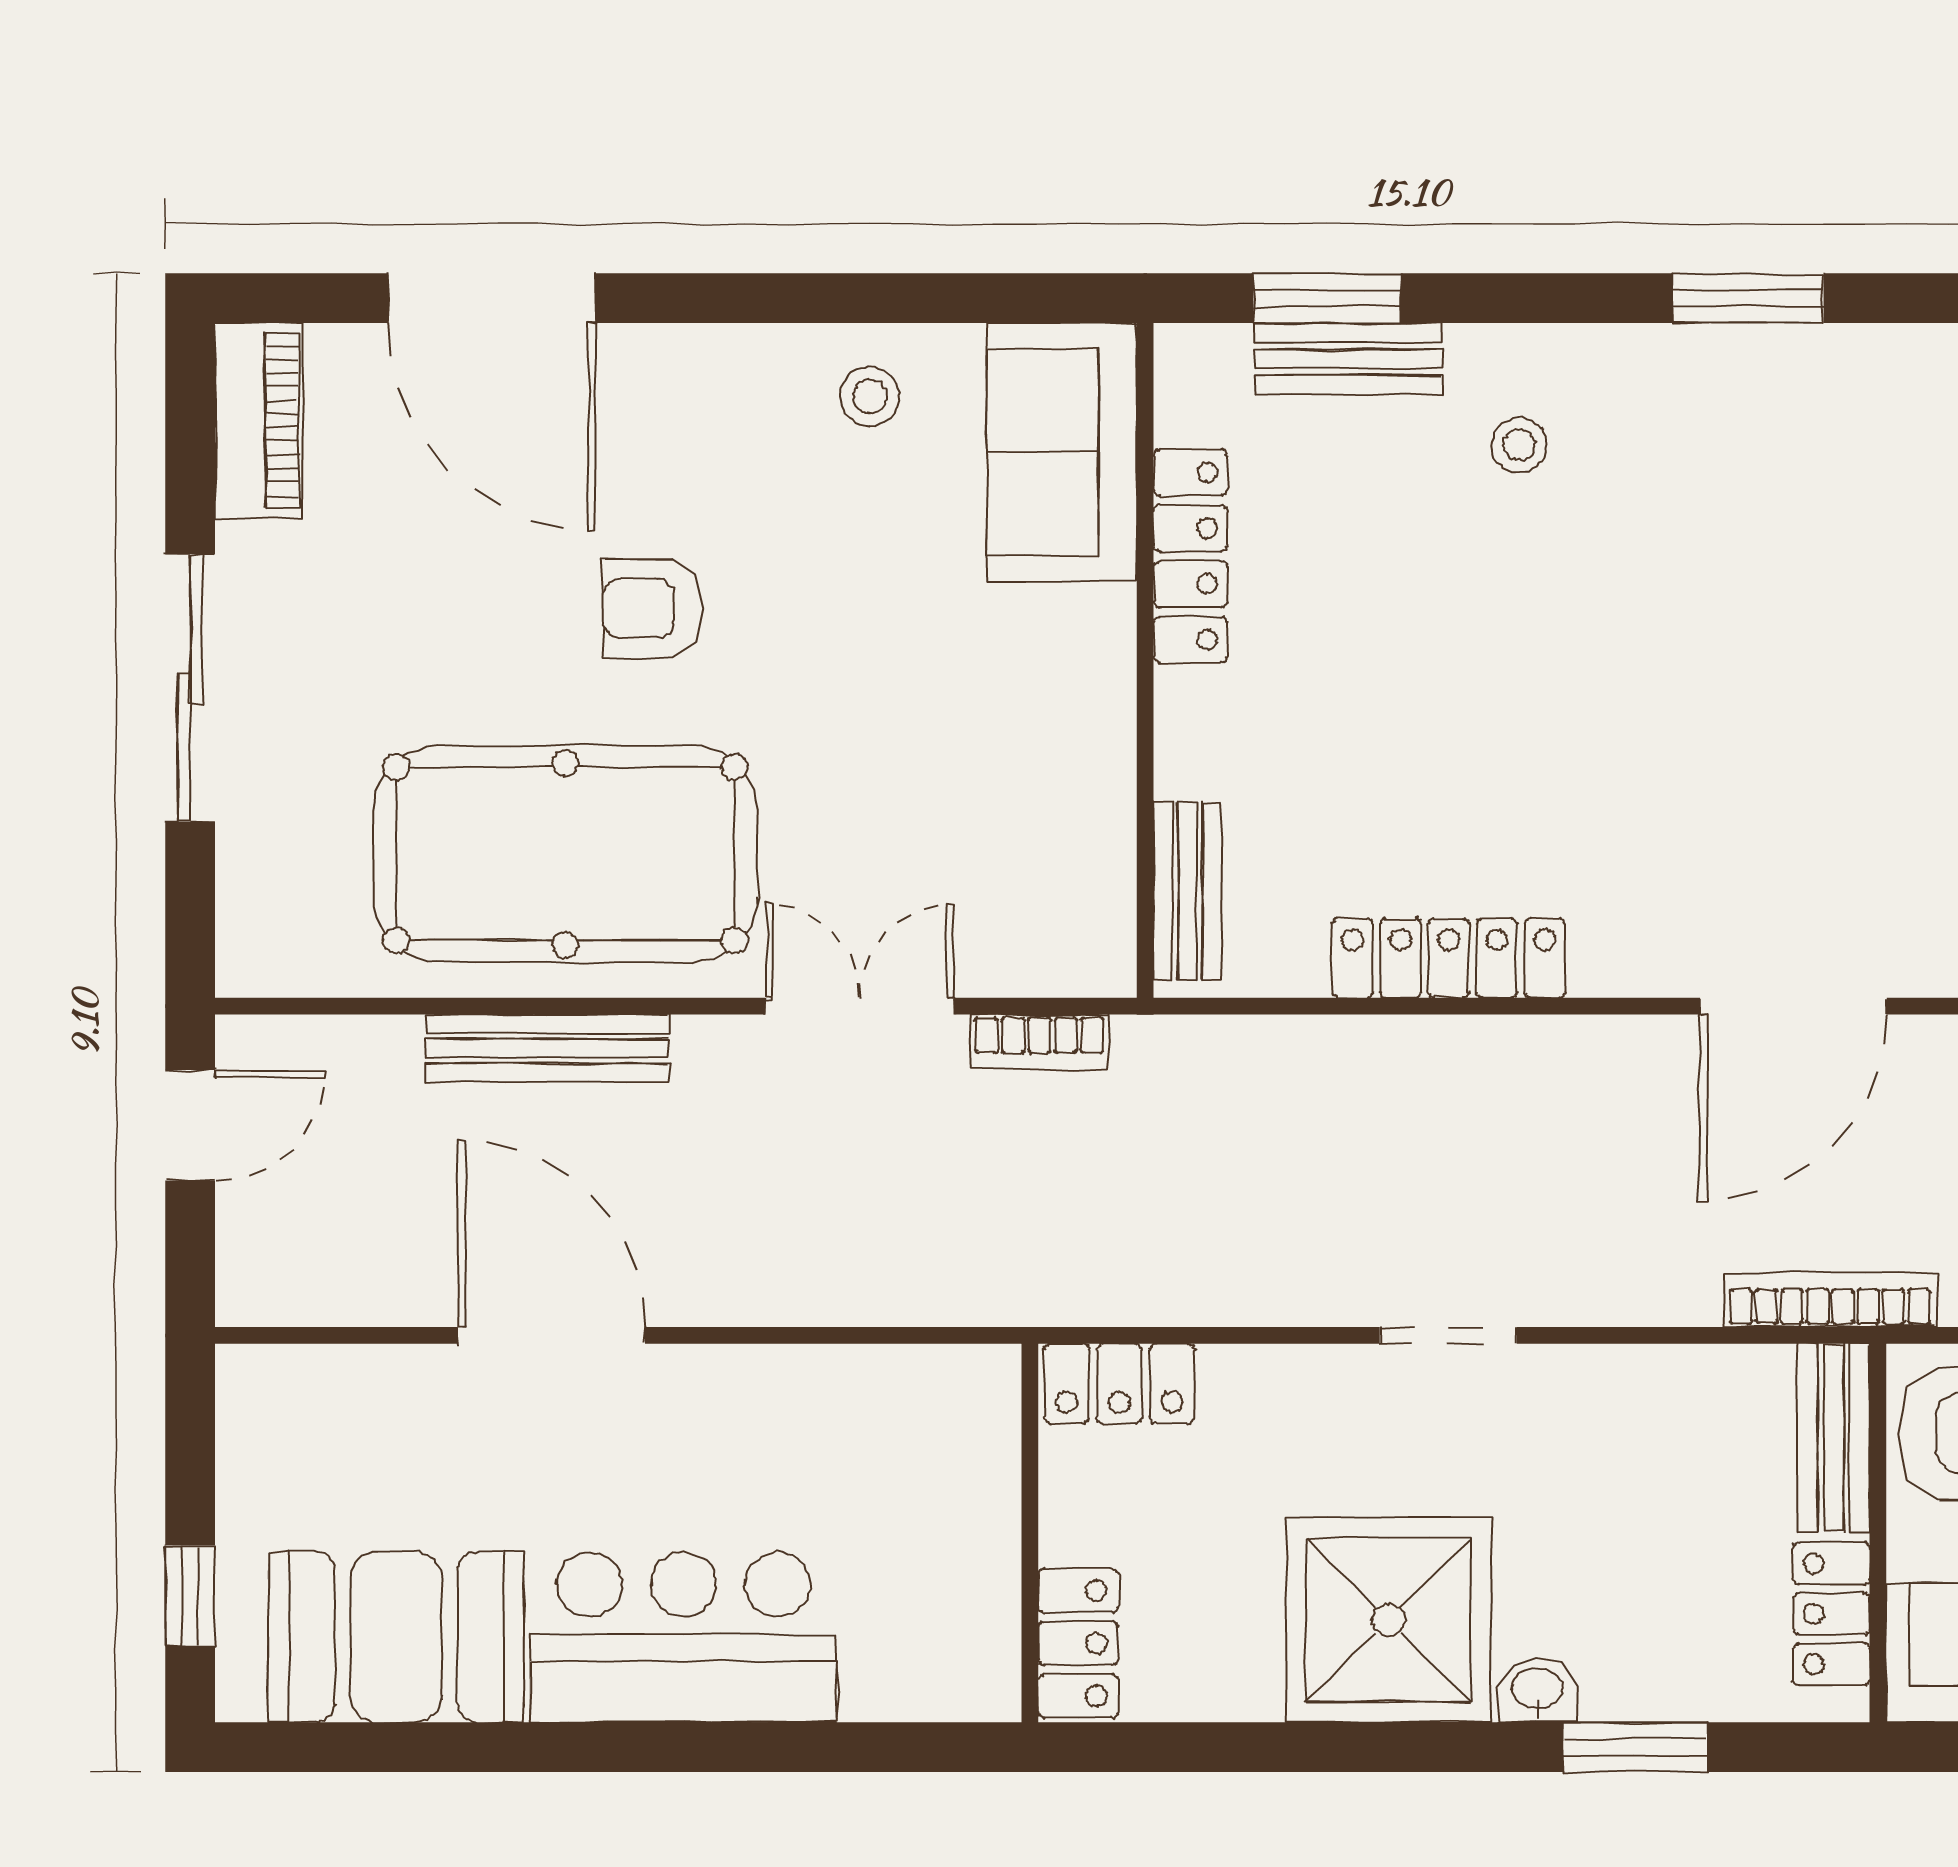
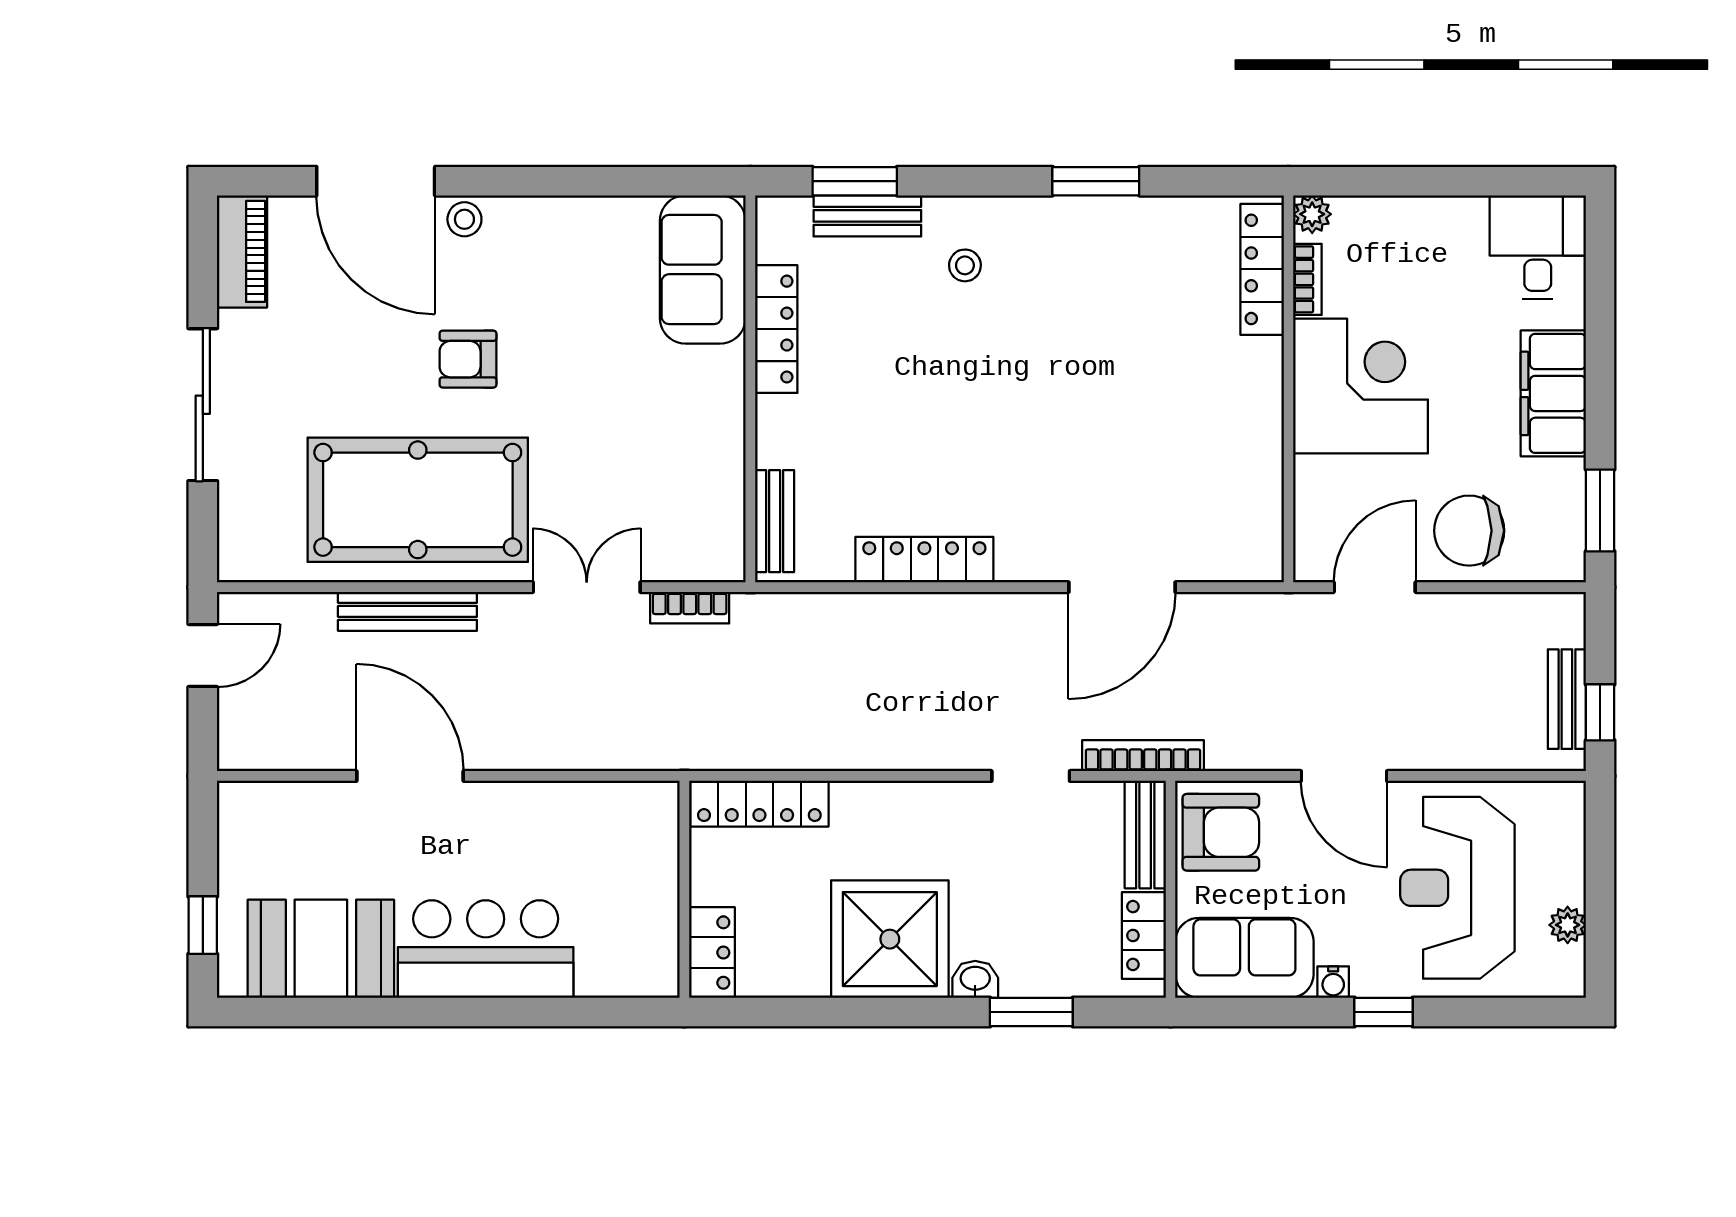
stool: (870, 397) -> (464, 219), moved
doorway: (1448, 1335) -> (1031, 776), moved
locker: (1119, 1384) -> (759, 804), width x1.53

